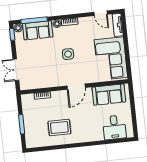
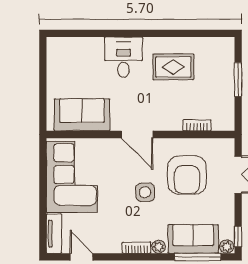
armchair: (45, 66) -> (187, 175), added
door: (76, 87) -> (137, 134), swing flipped
desk: (114, 127) -> (123, 57), moved

